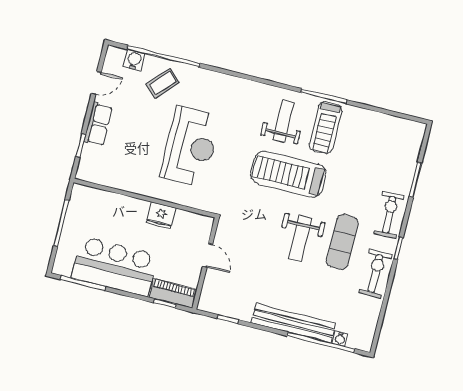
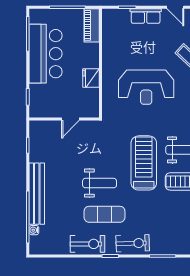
weight bench: (300, 238) -> (100, 183), turned 180
piano: (173, 293) -> (92, 25), moved, turned 180

